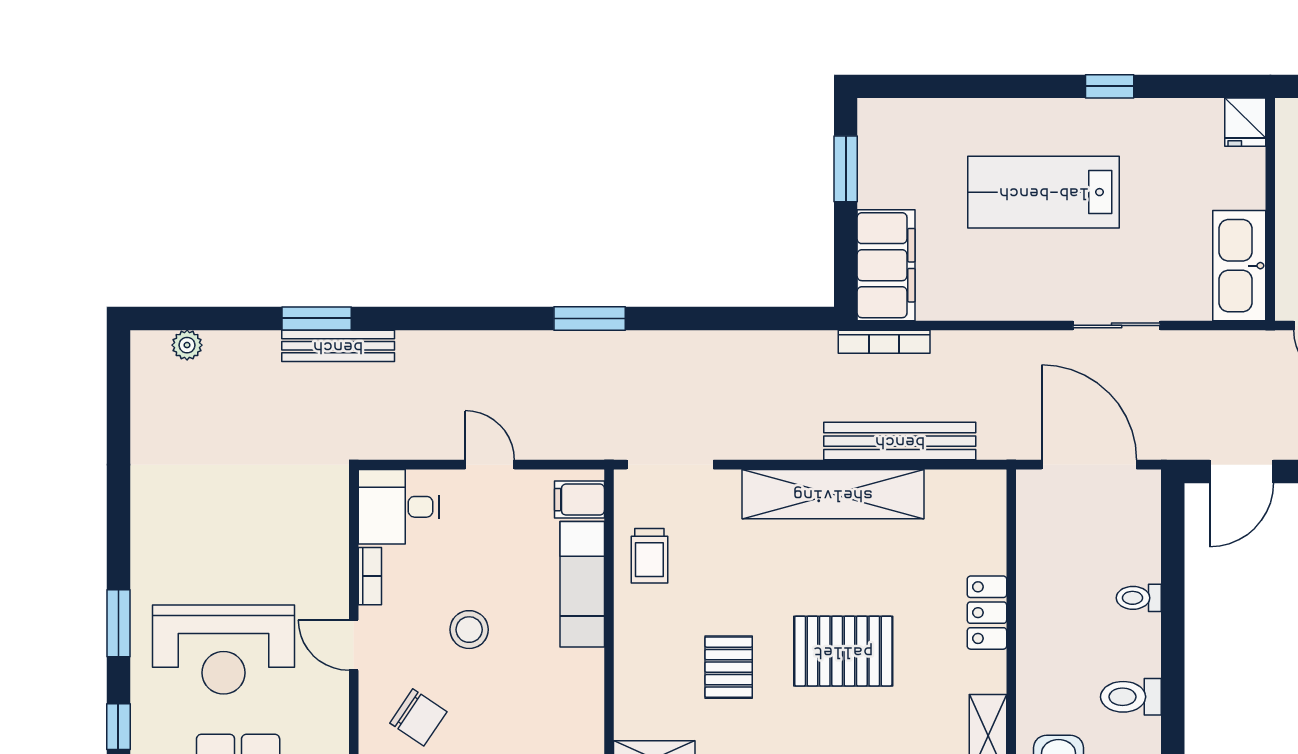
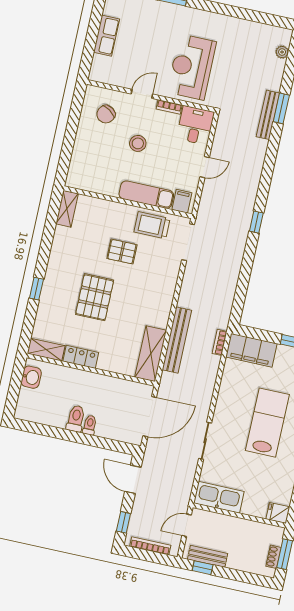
window: (590, 318) -> (256, 222), width x0.67
bookcase: (884, 342) -> (220, 342), width x0.64
shelving: (833, 494) -> (151, 354), moved, width x0.68
trolley: (649, 556) -> (152, 225), width x1.36, depth x1.39
locker: (987, 613) -> (81, 357), moved
reception desk: (224, 650) -> (192, 67), moved
pallet: (729, 667) -> (122, 252), moved
toilet: (1131, 697) -> (76, 419), moved

